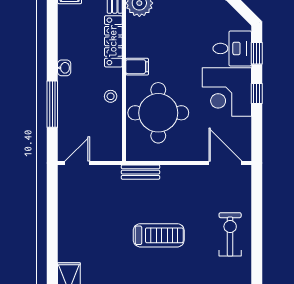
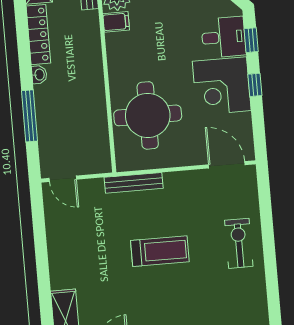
locker: (113, 41) -> (38, 35), moved, turned 180
filing cabinet: (137, 67) -> (116, 22), moved
stool: (111, 96) -> (93, 102), removed
door: (77, 163) -> (63, 179), swing flipped
bench: (141, 172) -> (134, 183), width x1.36

